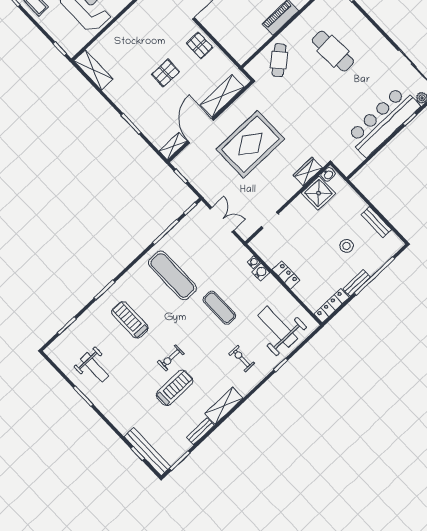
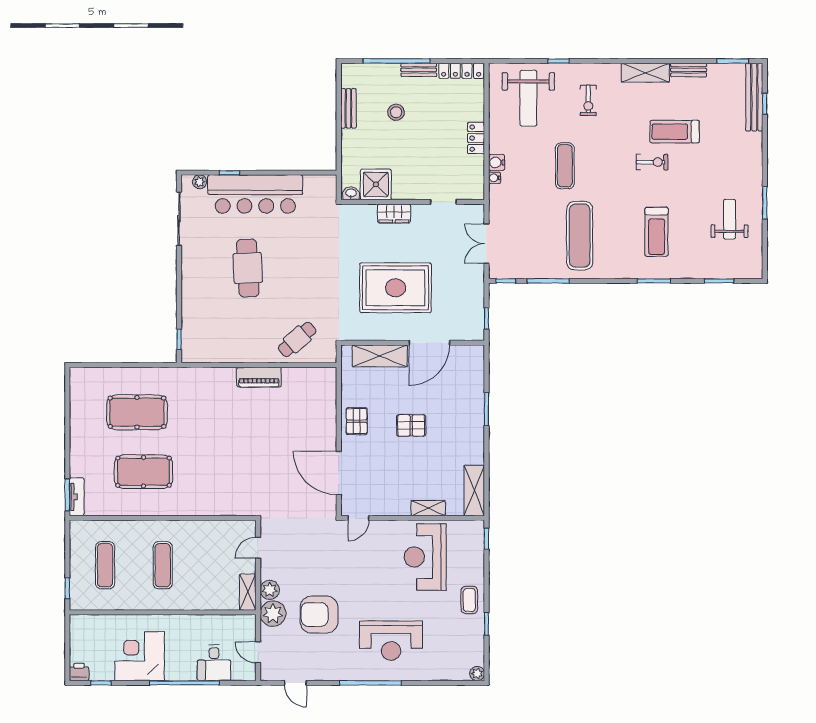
cafe table: (333, 51) -> (248, 268), moved
shelving: (173, 146) -> (428, 508), moved
wardrobe: (308, 171) -> (394, 213), moved

